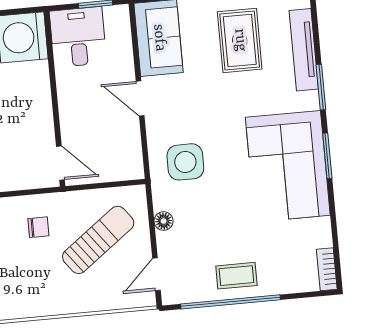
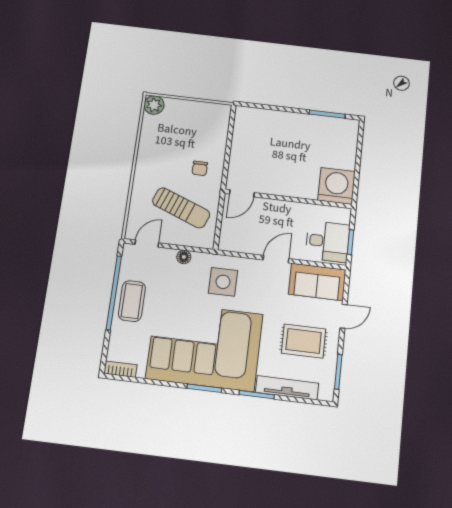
desk: (78, 37) -> (328, 241), moved
corner sofa: (288, 166) -> (204, 346), width x1.36, depth x1.36
sun lounger: (98, 240) -> (181, 208), turned -32
door: (156, 274) -> (147, 244), hinge flipped
coffee table: (236, 276) -> (132, 301), width x1.36, depth x1.30

